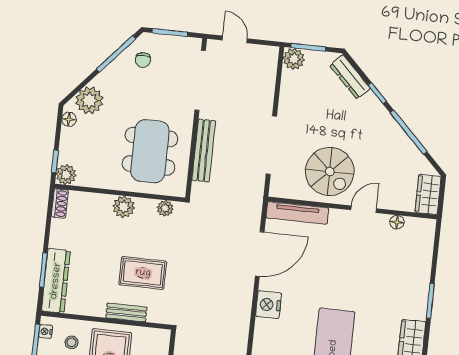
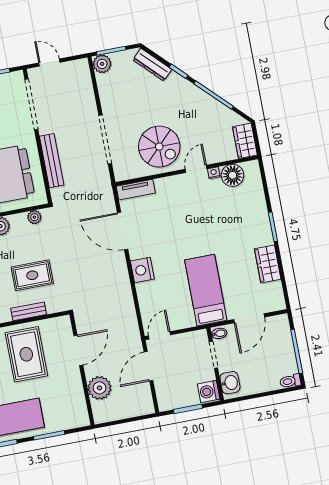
tv unit: (297, 213) -> (136, 190), width x0.71
nightstand: (382, 220) -> (214, 173), added
floor lamp: (397, 222) -> (233, 175), width x1.89, depth x1.89
door: (260, 254) -> (123, 231), swing flipped

